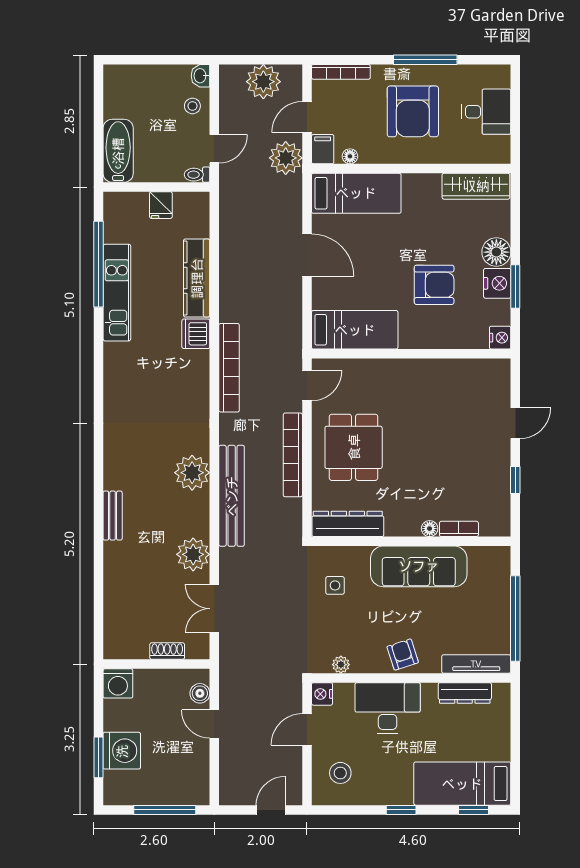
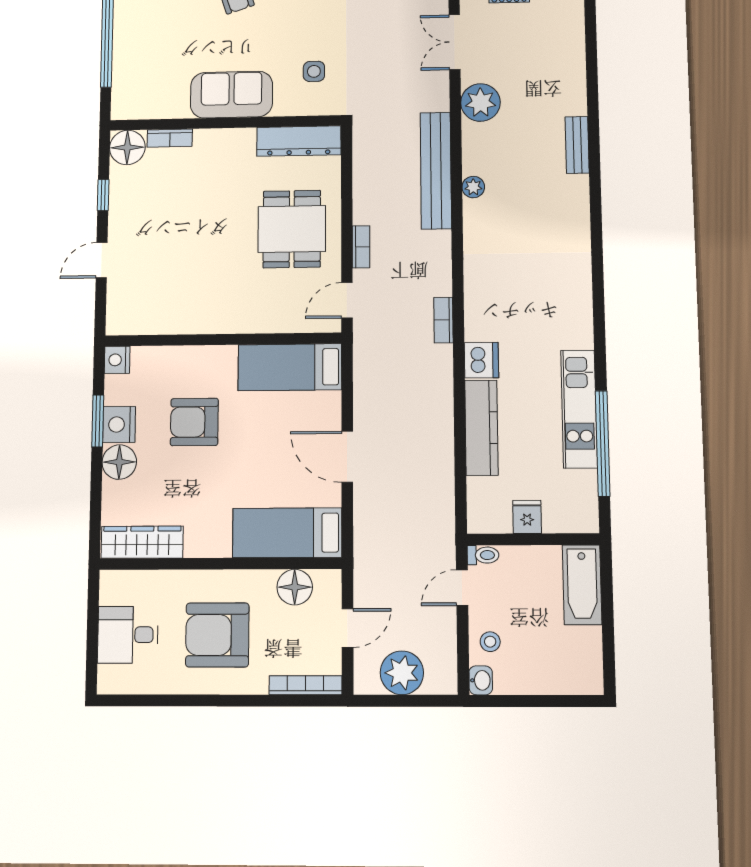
window: (425, 60) -> (201, 700), removed
armchair: (413, 111) -> (217, 635), turned -90
filing cabinet: (323, 149) -> (328, 587), removed
floor lamp: (350, 156) -> (295, 587), width x1.89, depth x1.89
plant: (286, 158) -> (374, 576), removed
bookcase: (229, 368) -> (443, 320), width x0.43, depth x0.76
bookcase: (293, 455) -> (361, 247), width x0.43, depth x0.76
plant: (192, 473) -> (473, 187), width x0.53, depth x0.53
floor lamp: (430, 529) -> (127, 147), moved, width x1.89, depth x1.89
sofa: (419, 566) -> (231, 95), width x0.73
double door: (214, 609) -> (455, 42), swing flipped

